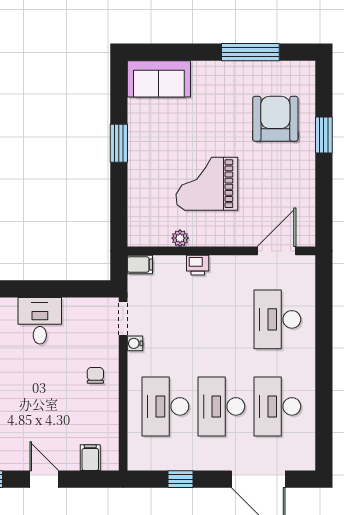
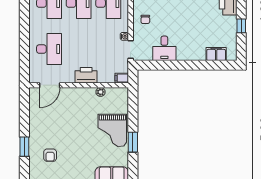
armchair: (275, 119) -> (50, 155), width x0.53, depth x0.53
grand piano: (207, 184) -> (112, 130), moved, turned 90
printer: (198, 265) -> (86, 75), width x1.87, depth x1.48
desk: (40, 321) -> (164, 48), moved

